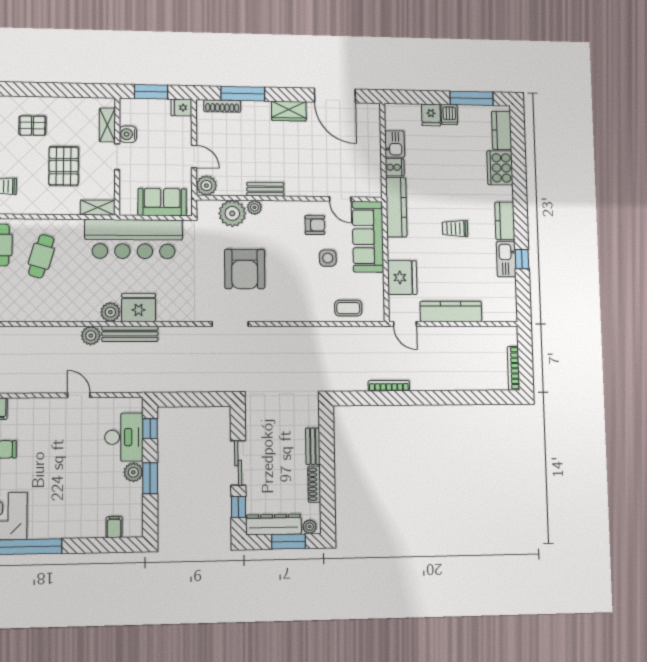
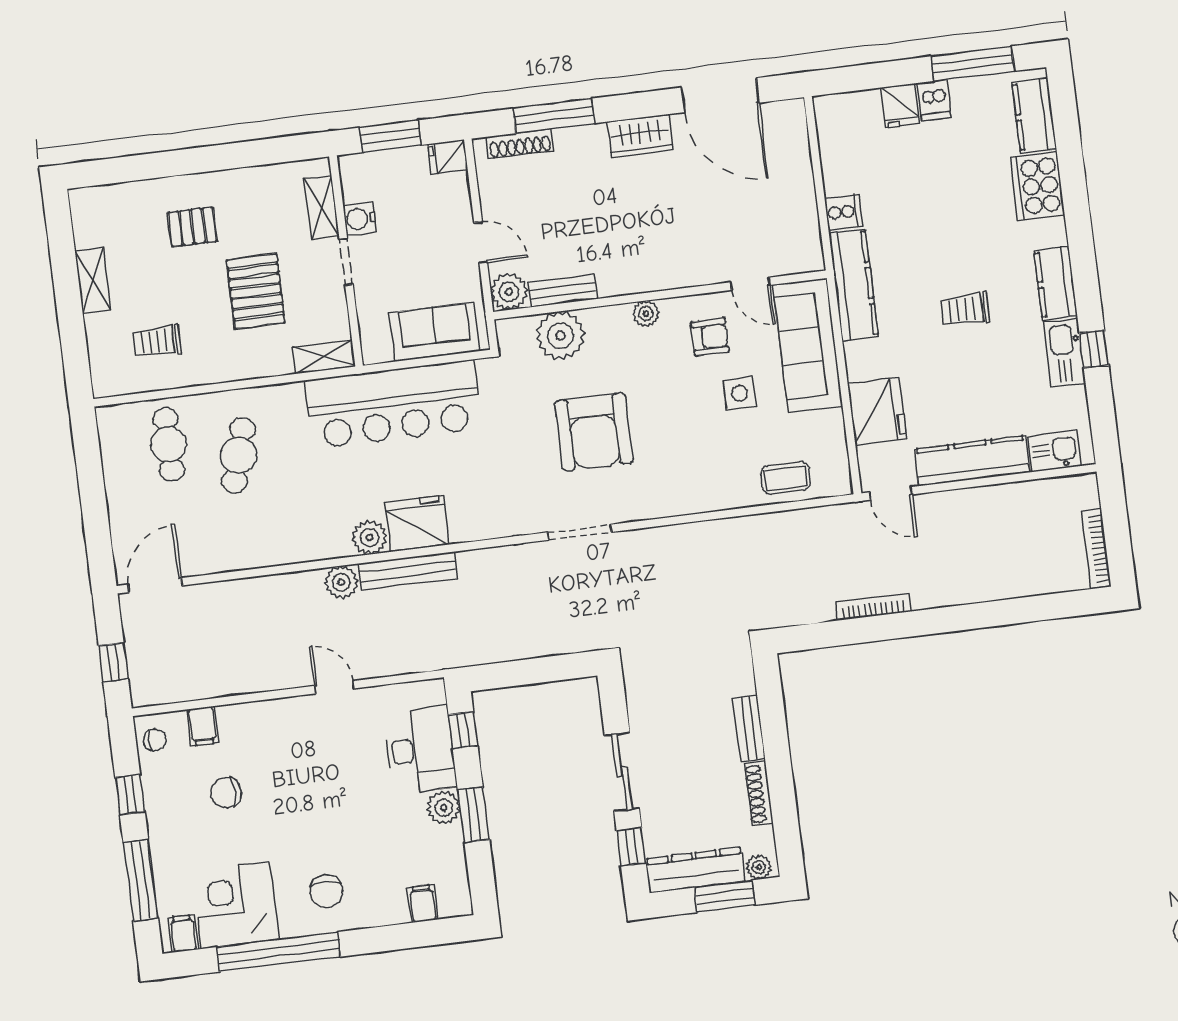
kitchen sink: (395, 144) -> (1055, 451), moved, turned -90
bench: (265, 189) -> (563, 291), moved
plant: (254, 207) -> (646, 314), moved
chair: (58, 514) -> (326, 891), added

